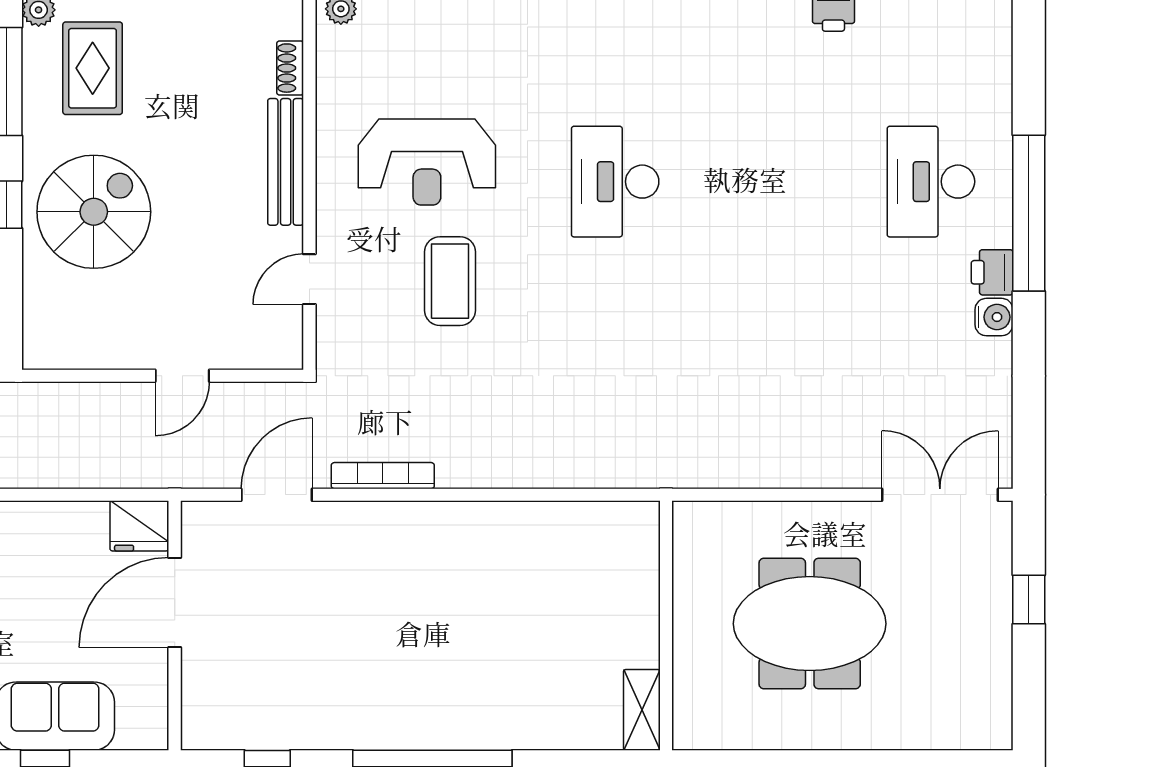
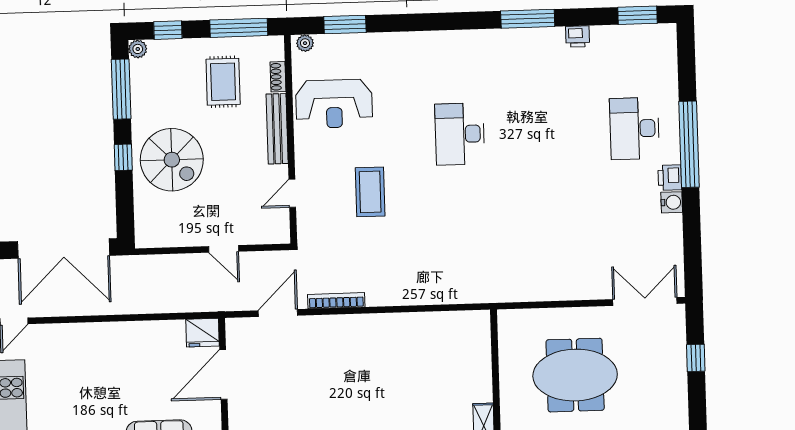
rug: (93, 68) -> (223, 82), moved
reception desk: (427, 162) -> (334, 104), moved
spiral stairs: (94, 212) -> (172, 160), turned 90
door: (182, 376) -> (224, 249), hinge flipped

